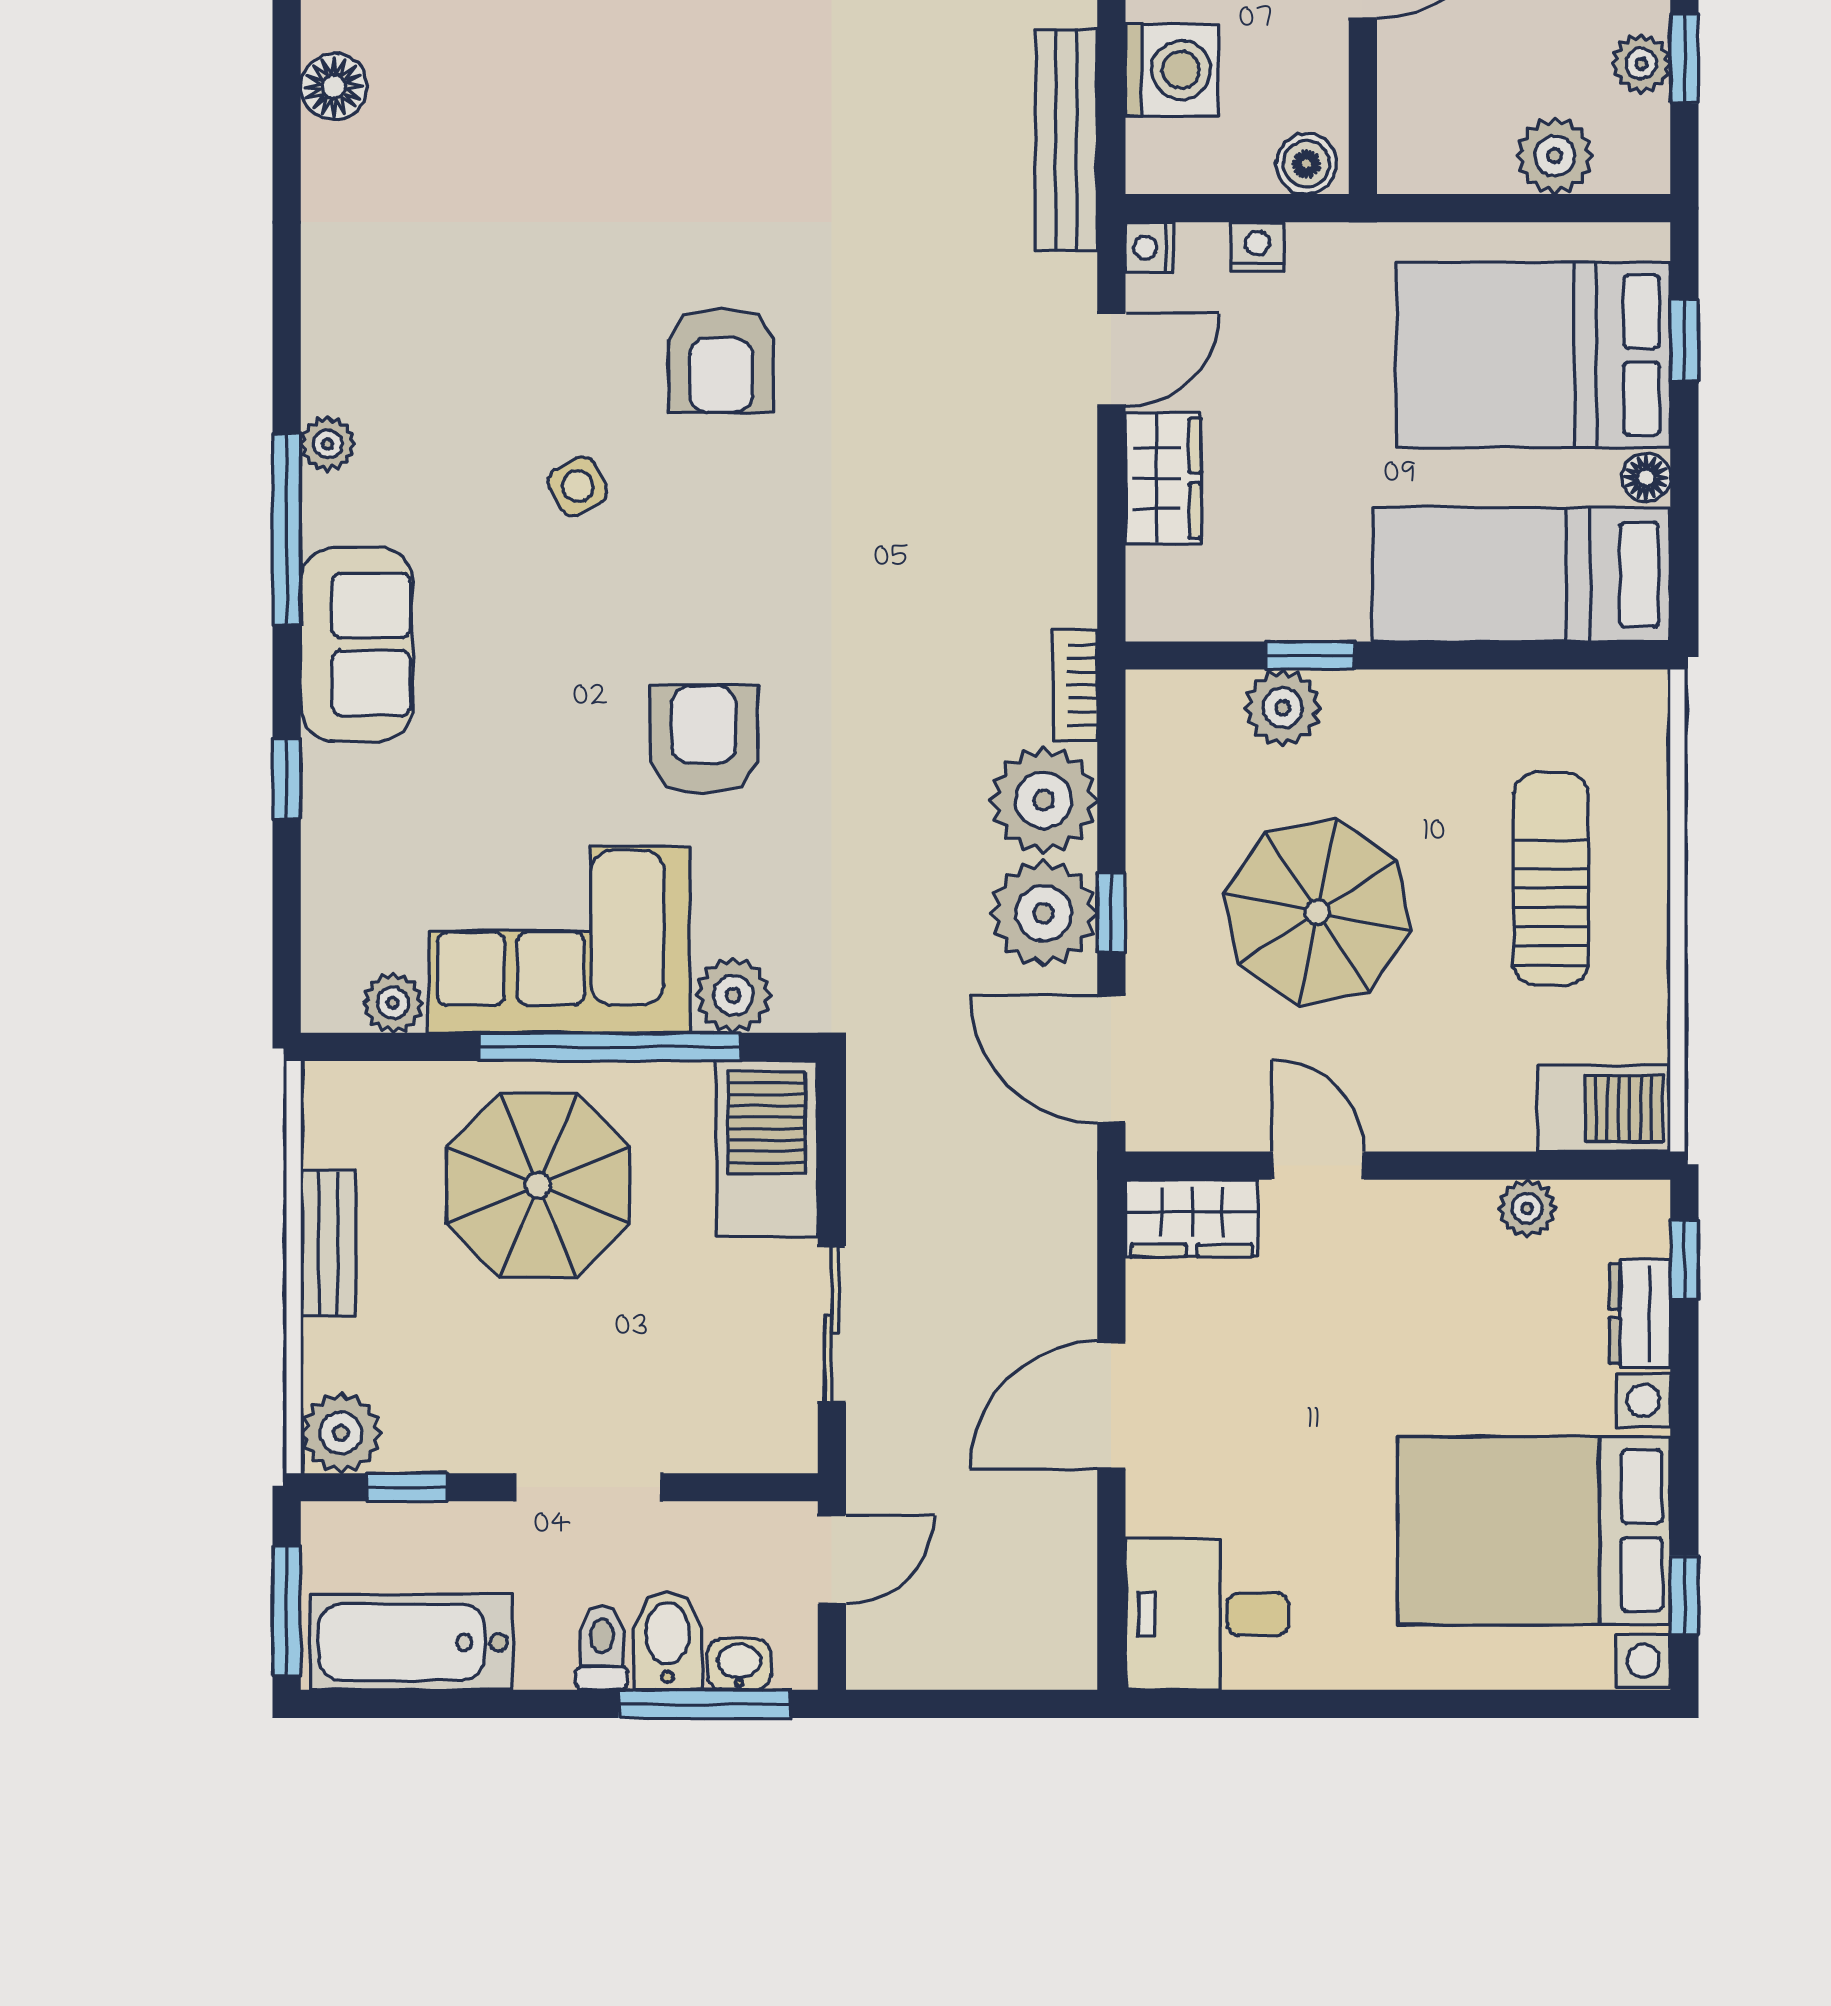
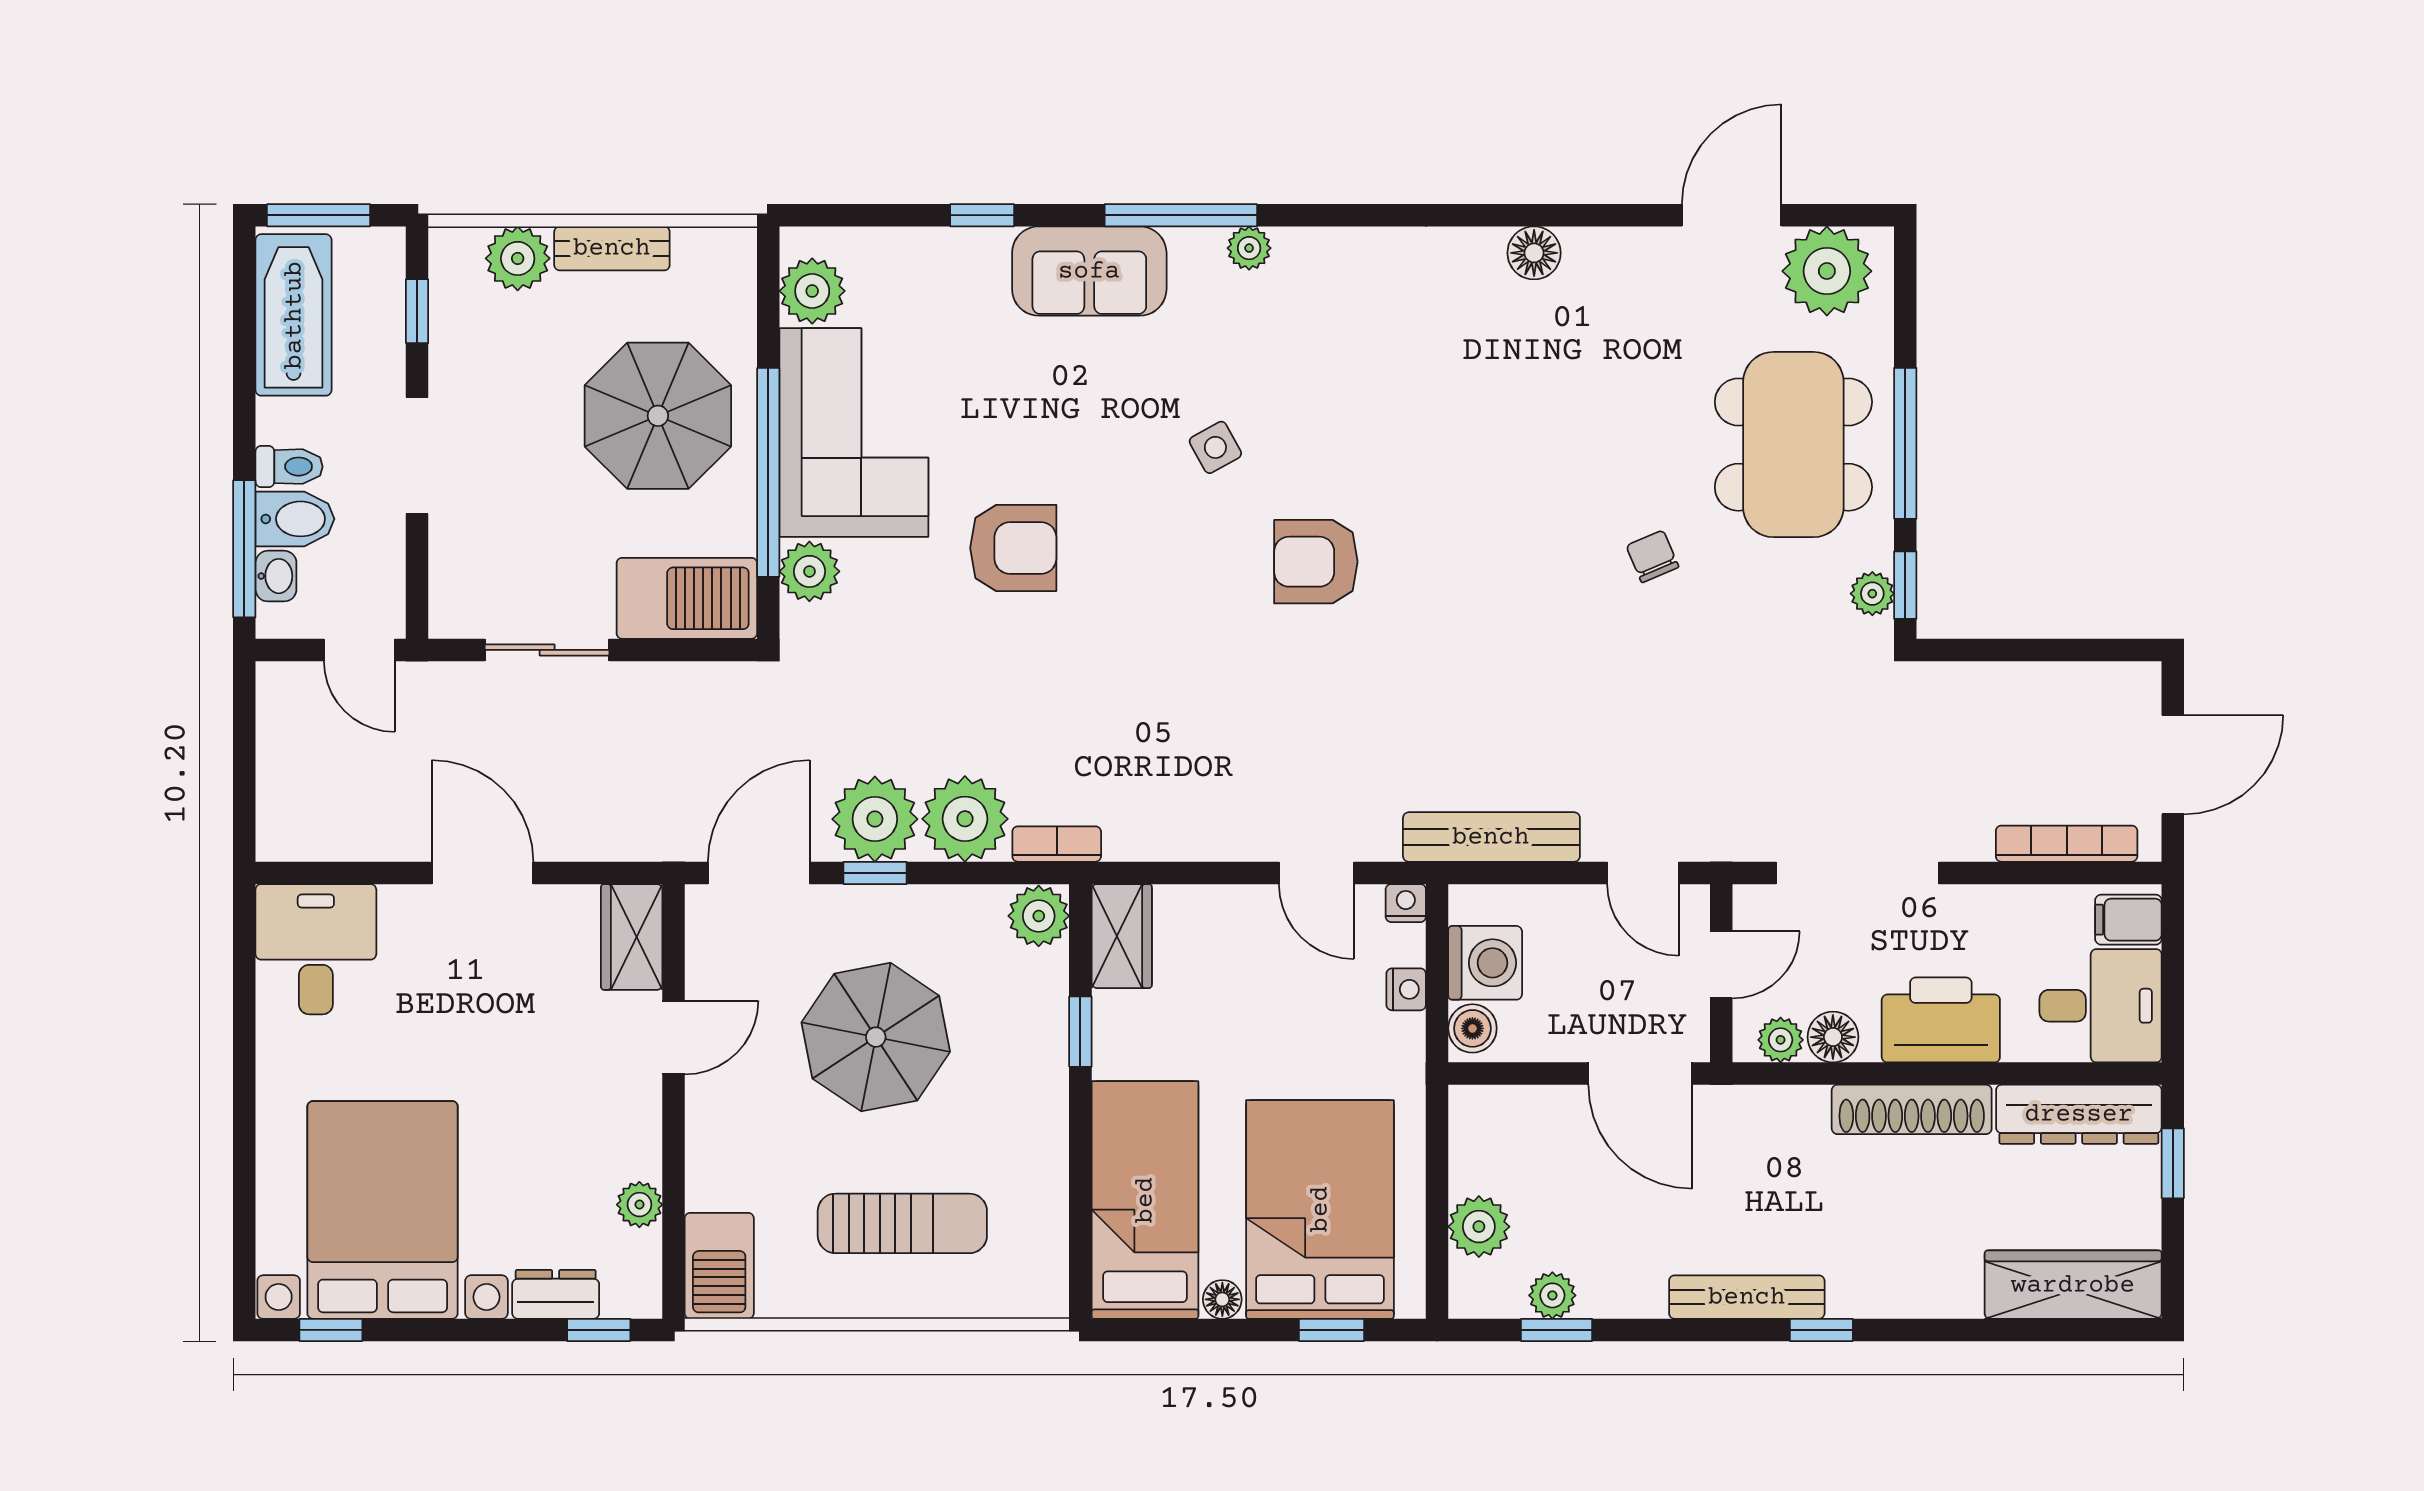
washing machine: (1172, 70) -> (1485, 963), moved, turned -90
wardrobe: (1163, 478) -> (1122, 936), moved, turned -90
plant: (1283, 708) -> (1039, 916), moved
plant: (393, 1003) -> (812, 291), width x1.38, depth x1.38
plant: (341, 1433) -> (518, 258), moved

